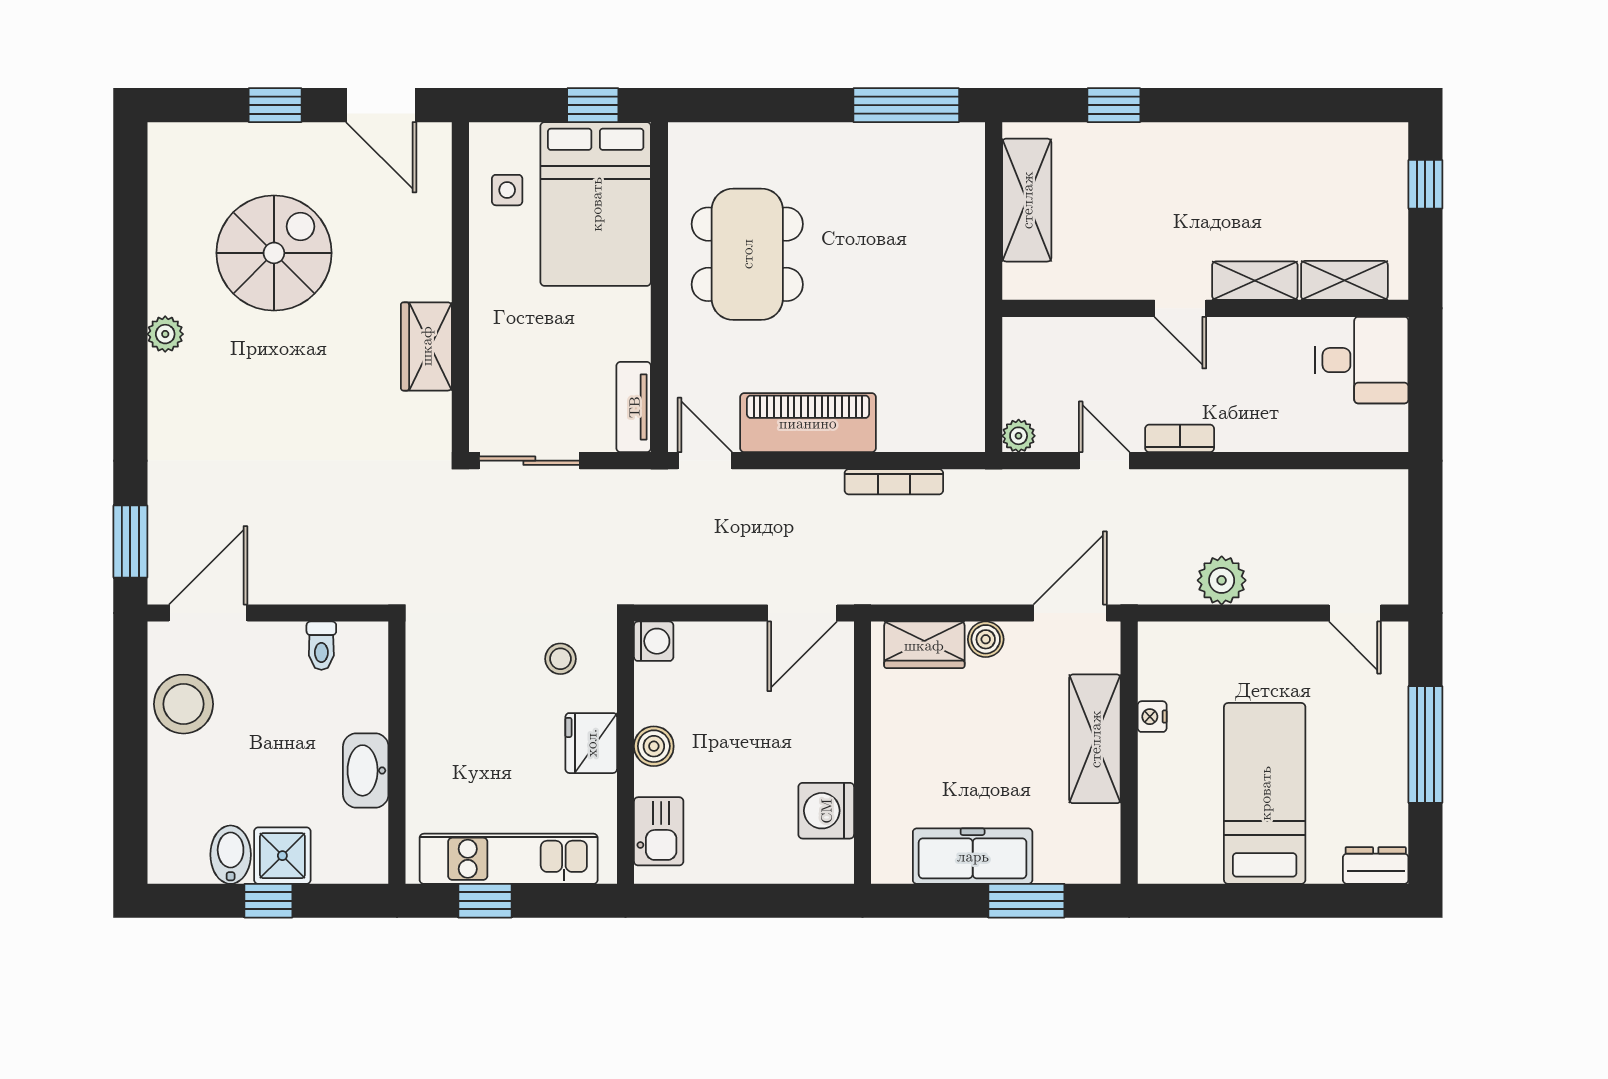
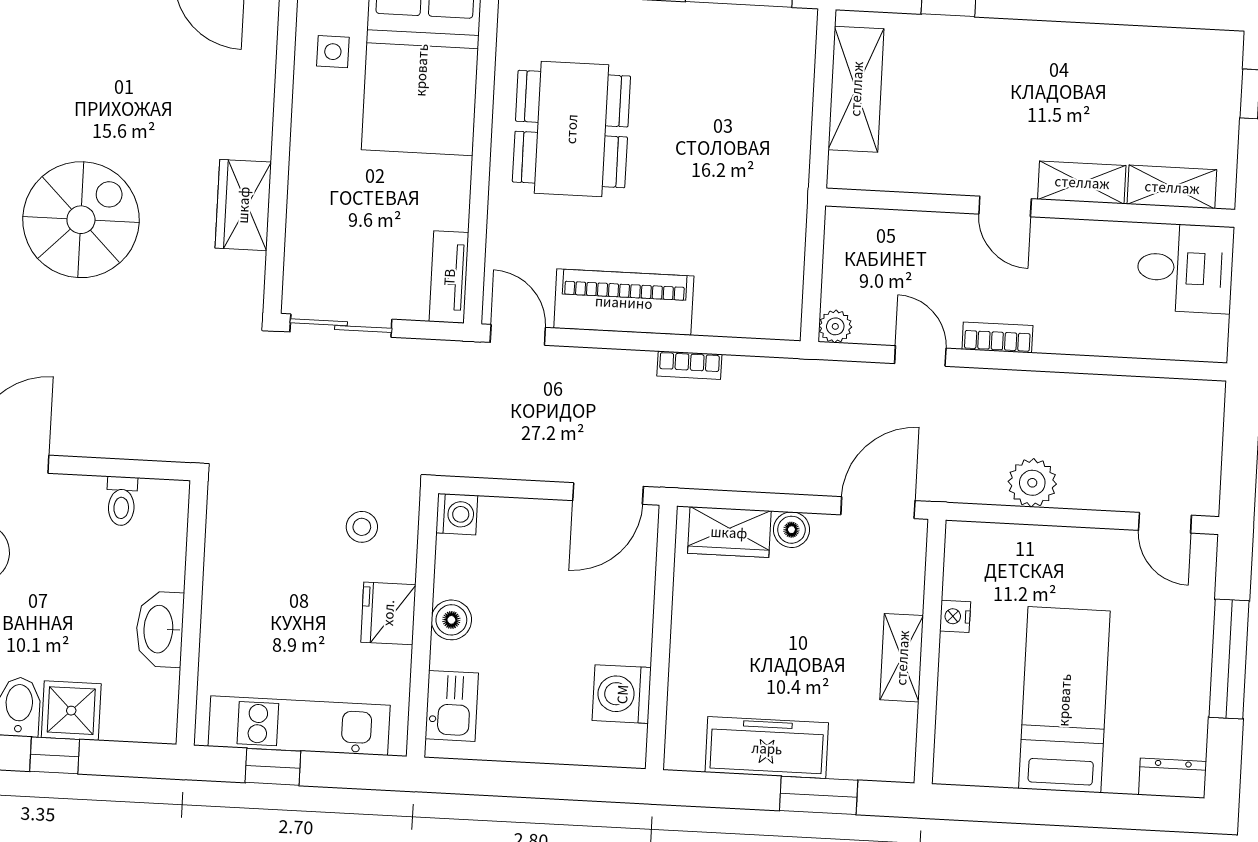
spiral stairs: (274, 253) -> (81, 220), moved
bookcase: (894, 482) -> (689, 365), width x0.64
shelving: (1095, 739) -> (902, 658), width x0.67, depth x0.75

